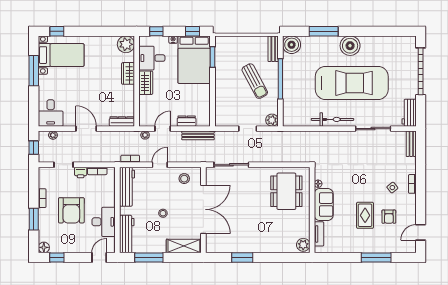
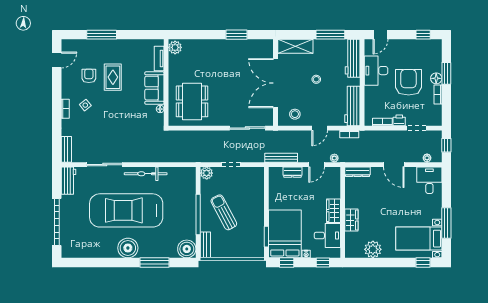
plant: (126, 44) -> (373, 249), moved
floor lamp: (44, 247) -> (436, 78), moved

